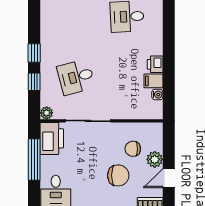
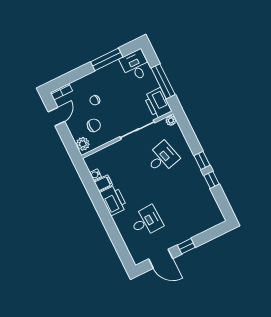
printer: (155, 64) -> (113, 200), width x1.87, depth x1.48
window: (34, 82) -> (211, 180), moved
plant: (155, 159) -> (83, 144), moved
chair: (118, 175) -> (95, 100), width x0.54, depth x0.54

